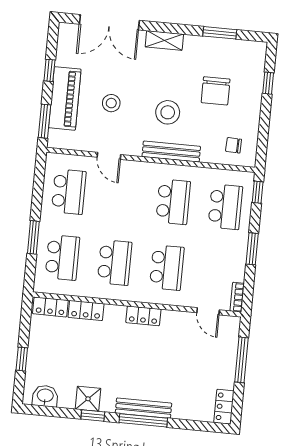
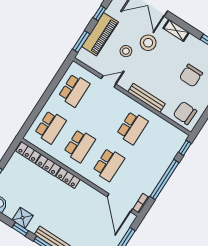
stool: (168, 112) -> (148, 43), moved
chair: (234, 145) -> (185, 113), width x1.87, depth x1.87
door: (109, 156) -> (109, 81), swing flipped
school desk: (225, 207) -> (162, 147), removed
window: (33, 237) -> (39, 106), removed
window: (252, 249) -> (165, 179), width x2.11
door: (208, 311) -> (120, 203), width x1.88
locker: (143, 316) -> (68, 178), moved

